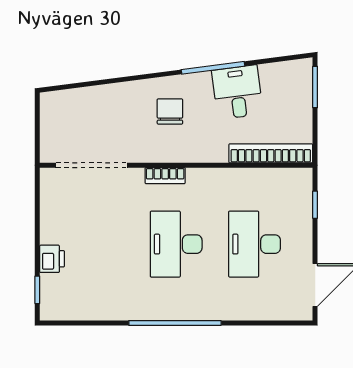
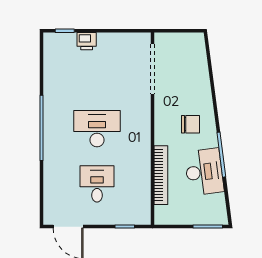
desk: (237, 92) -> (204, 172), width x1.37
bookcase: (271, 153) -> (161, 175), moved
bookcase: (165, 176) -> (145, 121), removed
desk: (255, 244) -> (97, 184), width x0.73

